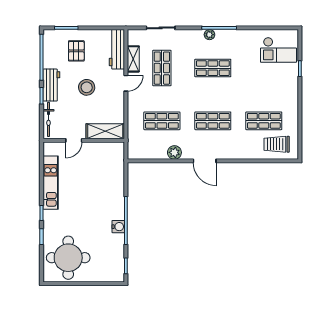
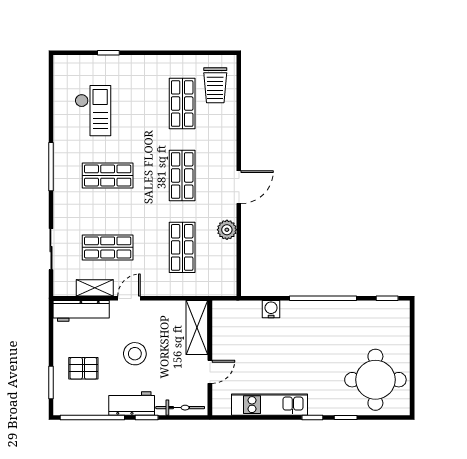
plant: (209, 35) -> (60, 180), removed
checkout: (279, 50) -> (93, 111), moved
shop shelf: (213, 68) -> (108, 175), turned 90
door: (126, 83) -> (129, 298), hinge flipped
door: (74, 140) -> (210, 372), hinge flipped
water cooler: (118, 227) -> (271, 309), moved

